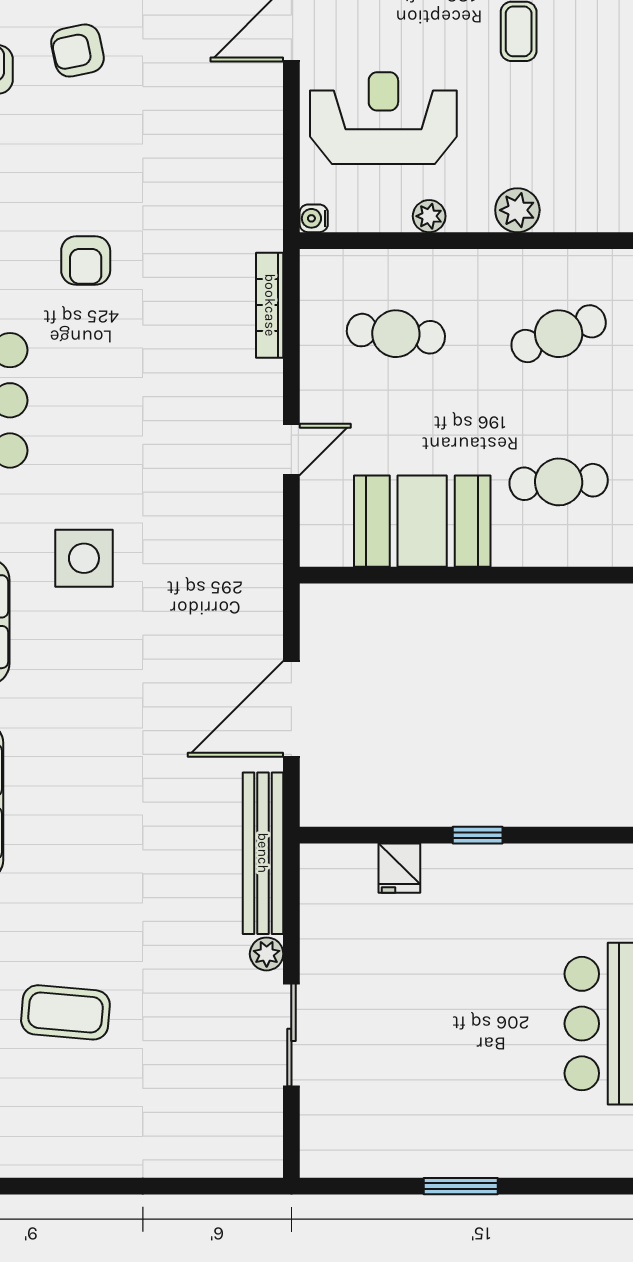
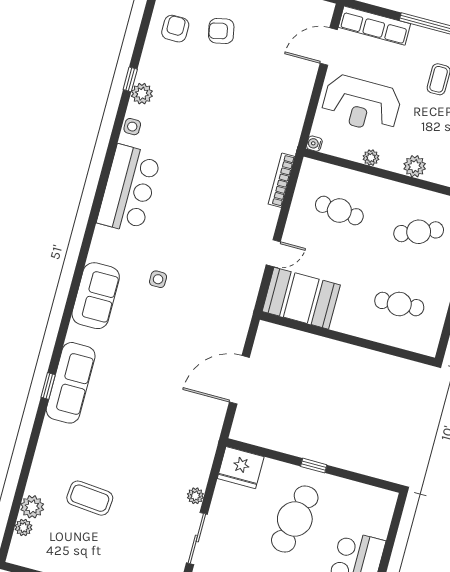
reception desk: (383, 118) -> (361, 104), turned 180
armchair: (86, 261) -> (198, 134), removed
booth: (422, 521) -> (301, 298), moved
side table: (84, 558) -> (158, 279), width x0.54, depth x0.54
bench: (263, 853) -> (207, 446), removed
fridge: (399, 868) -> (241, 468), moved, width x1.88, depth x1.34
cafe table: (469, 947) -> (295, 519), added

